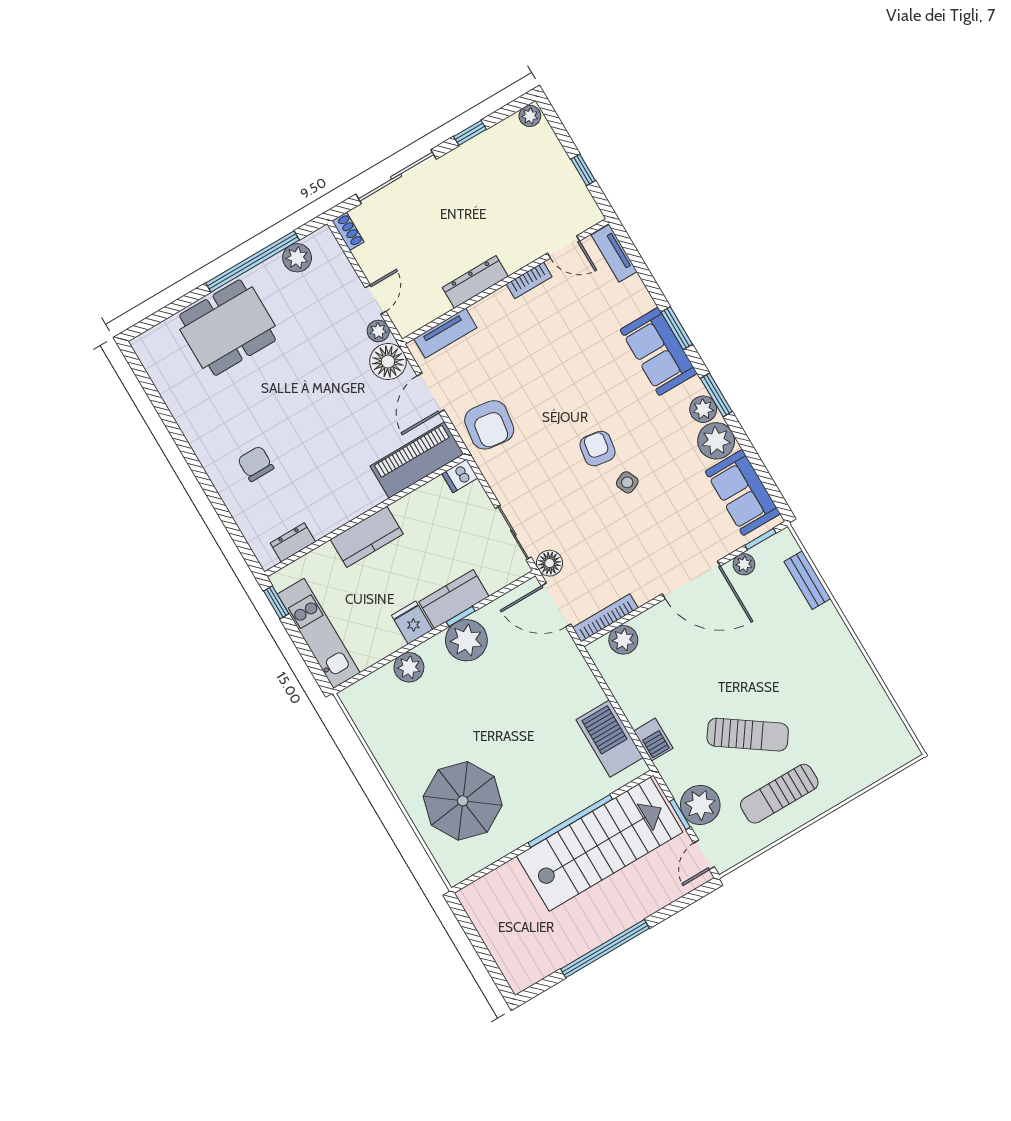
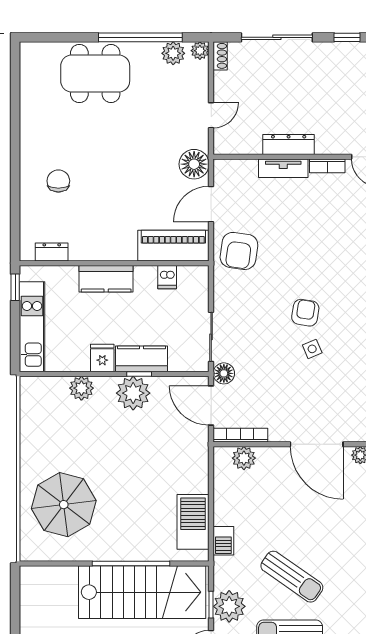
plant: (378, 331) -> (200, 51), moved
tv unit: (445, 333) -> (283, 168), moved
dishwasher: (460, 476) -> (167, 277), moved, turned -90

